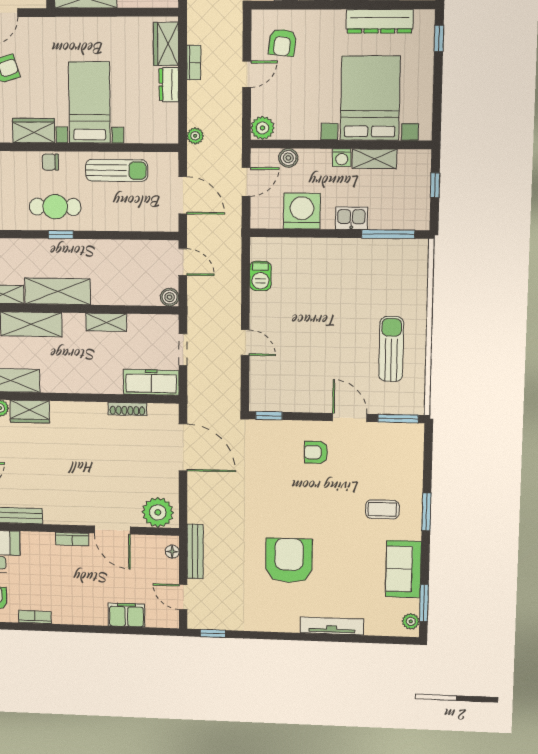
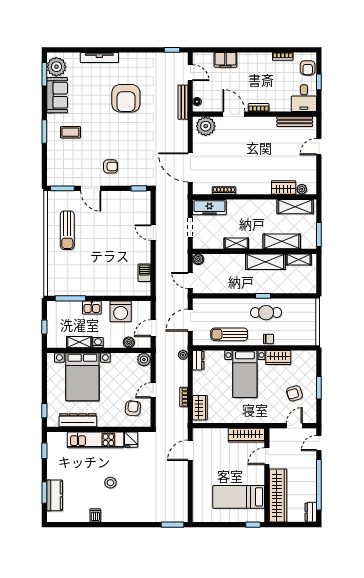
dresser: (169, 85) -> (198, 360), moved
door: (183, 195) -> (190, 320), hinge flipped
plant: (411, 621) -> (56, 67), width x1.88, depth x1.88

